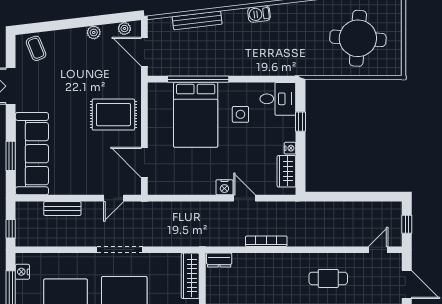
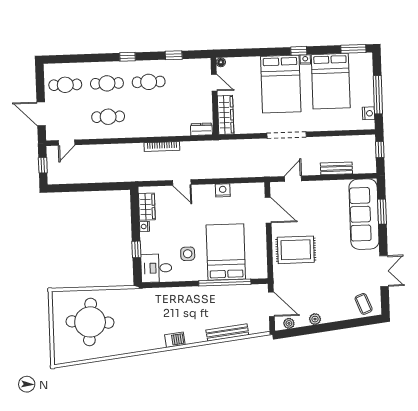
nightstand: (224, 187) -> (223, 190), moved

